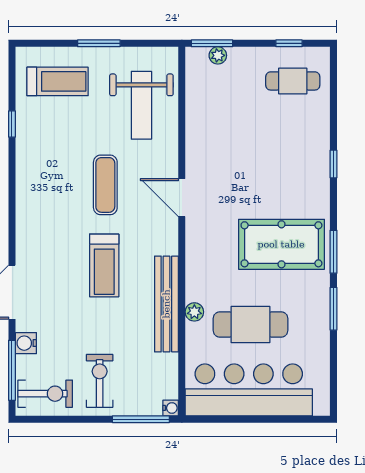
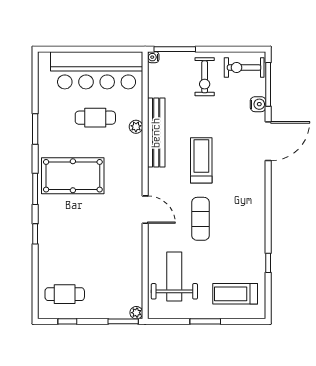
plant: (218, 55) -> (136, 313), moved
window: (334, 252) -> (35, 189), moved
cafe table: (251, 324) -> (95, 118), width x0.73, depth x0.74

